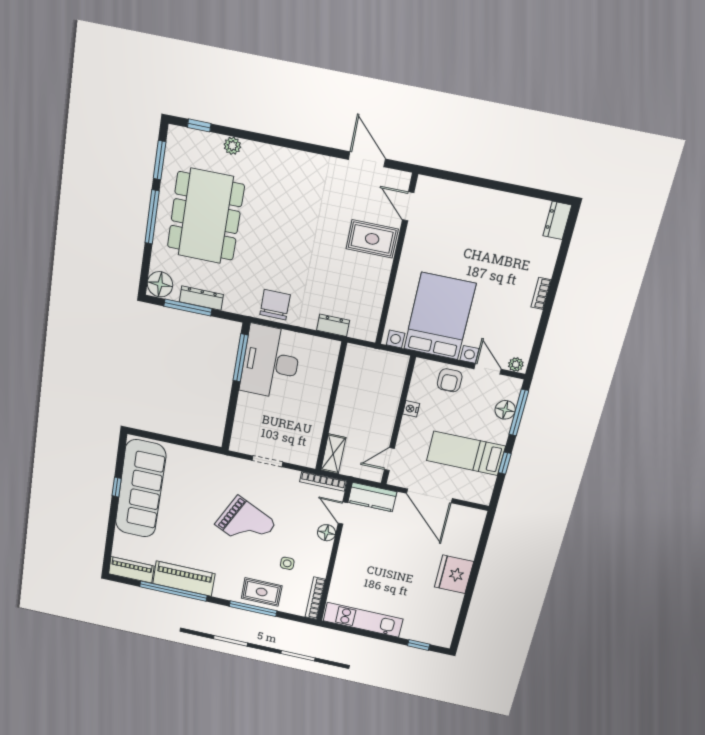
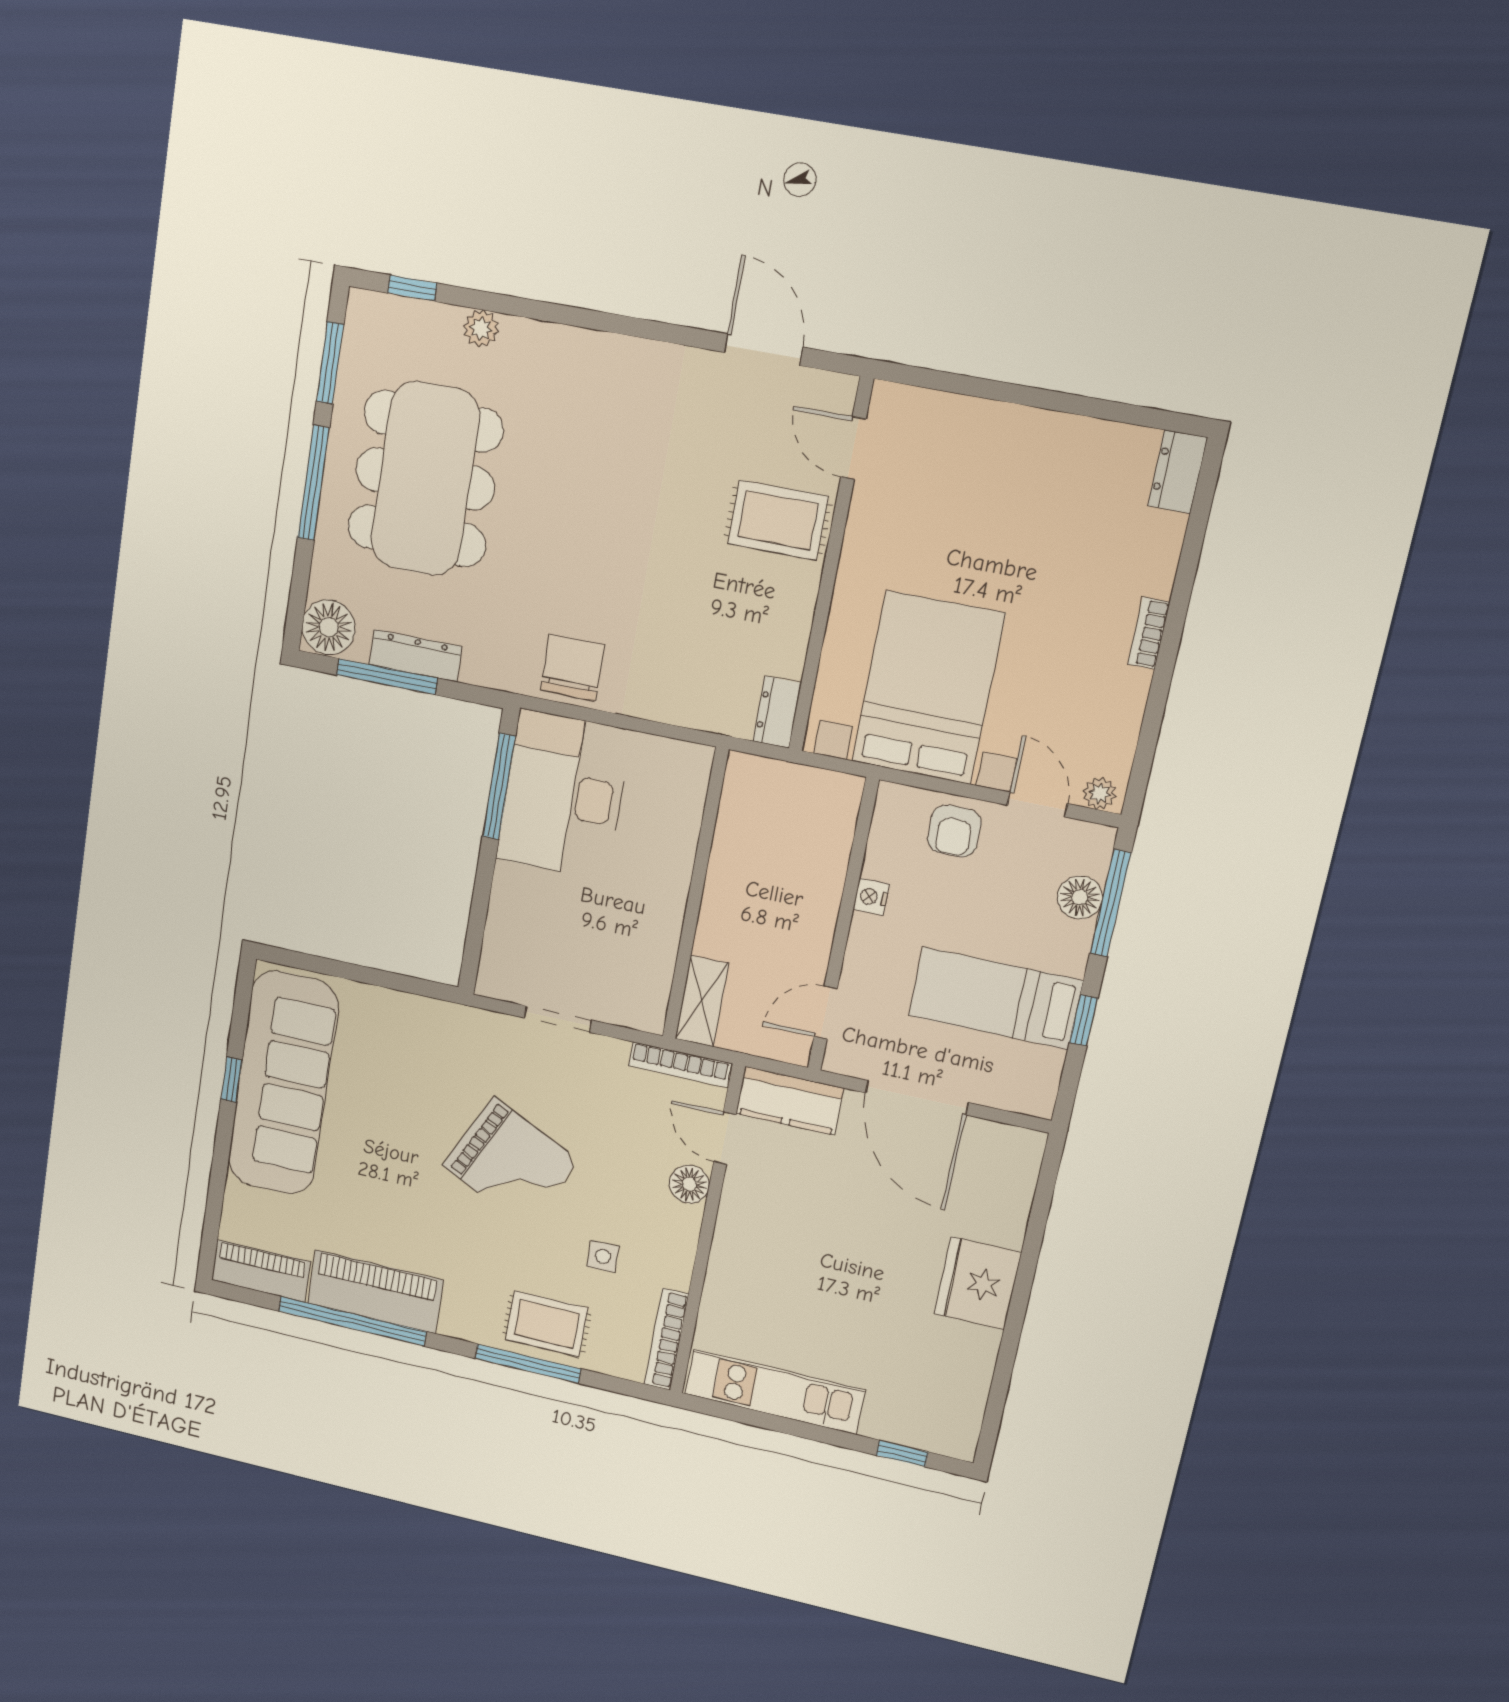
dresser: (333, 325) -> (777, 712), moved, turned -90

